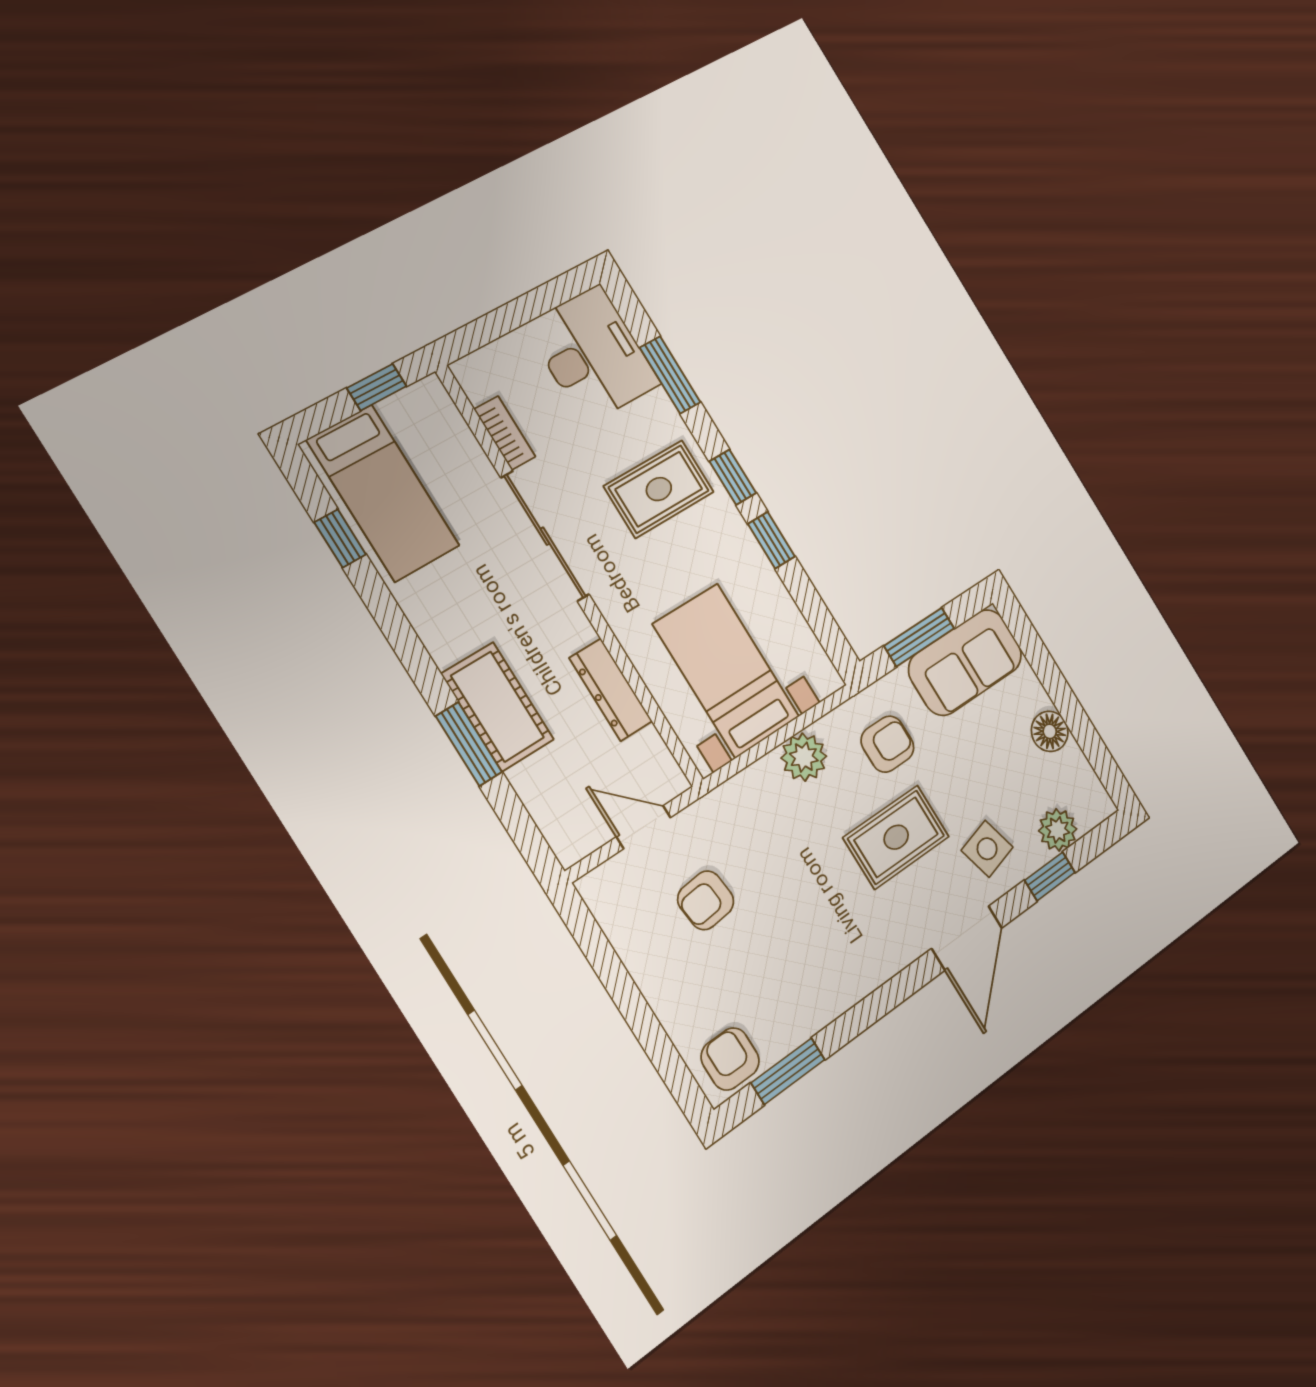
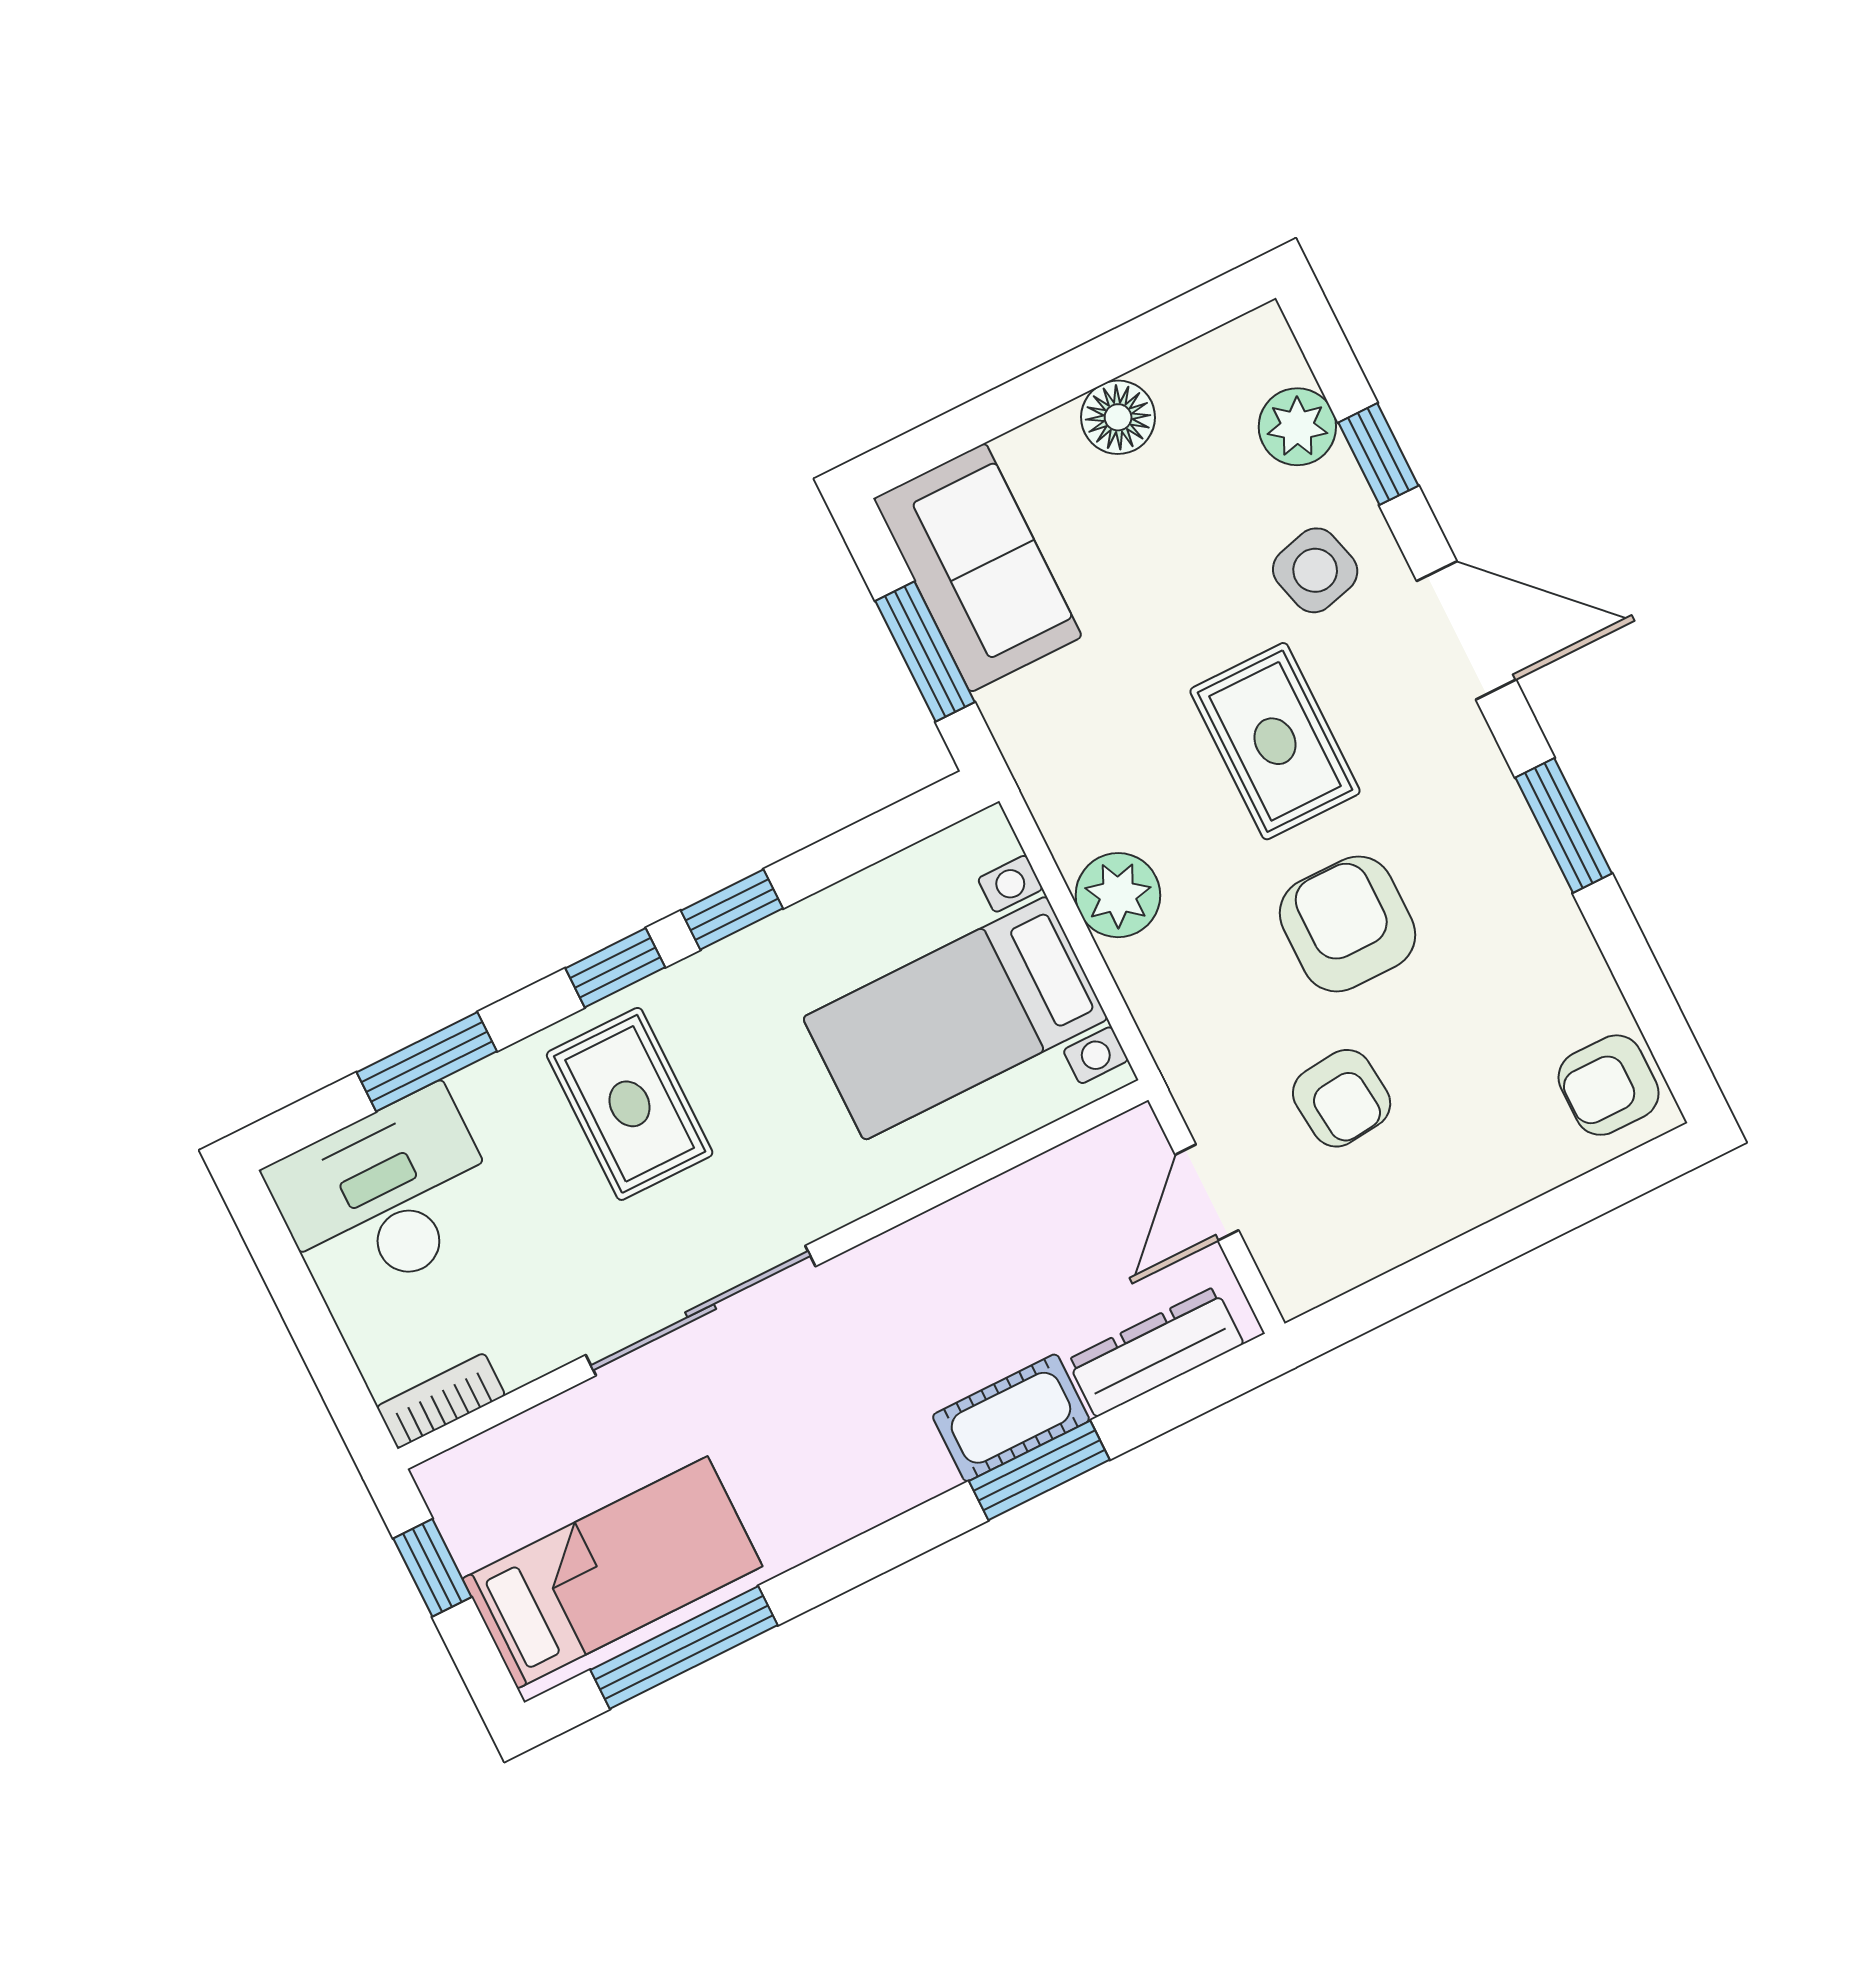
bookcase: (505, 433) -> (441, 1401), moved
window: (340, 538) -> (684, 1648), width x2.17
dresser: (611, 690) -> (1155, 1352), moved, turned 180
cot: (498, 707) -> (1011, 1418), width x0.73, depth x0.75
armchair: (887, 744) -> (1348, 924), moved, width x1.38, depth x1.38
window: (788, 1071) -> (1564, 826), moved

